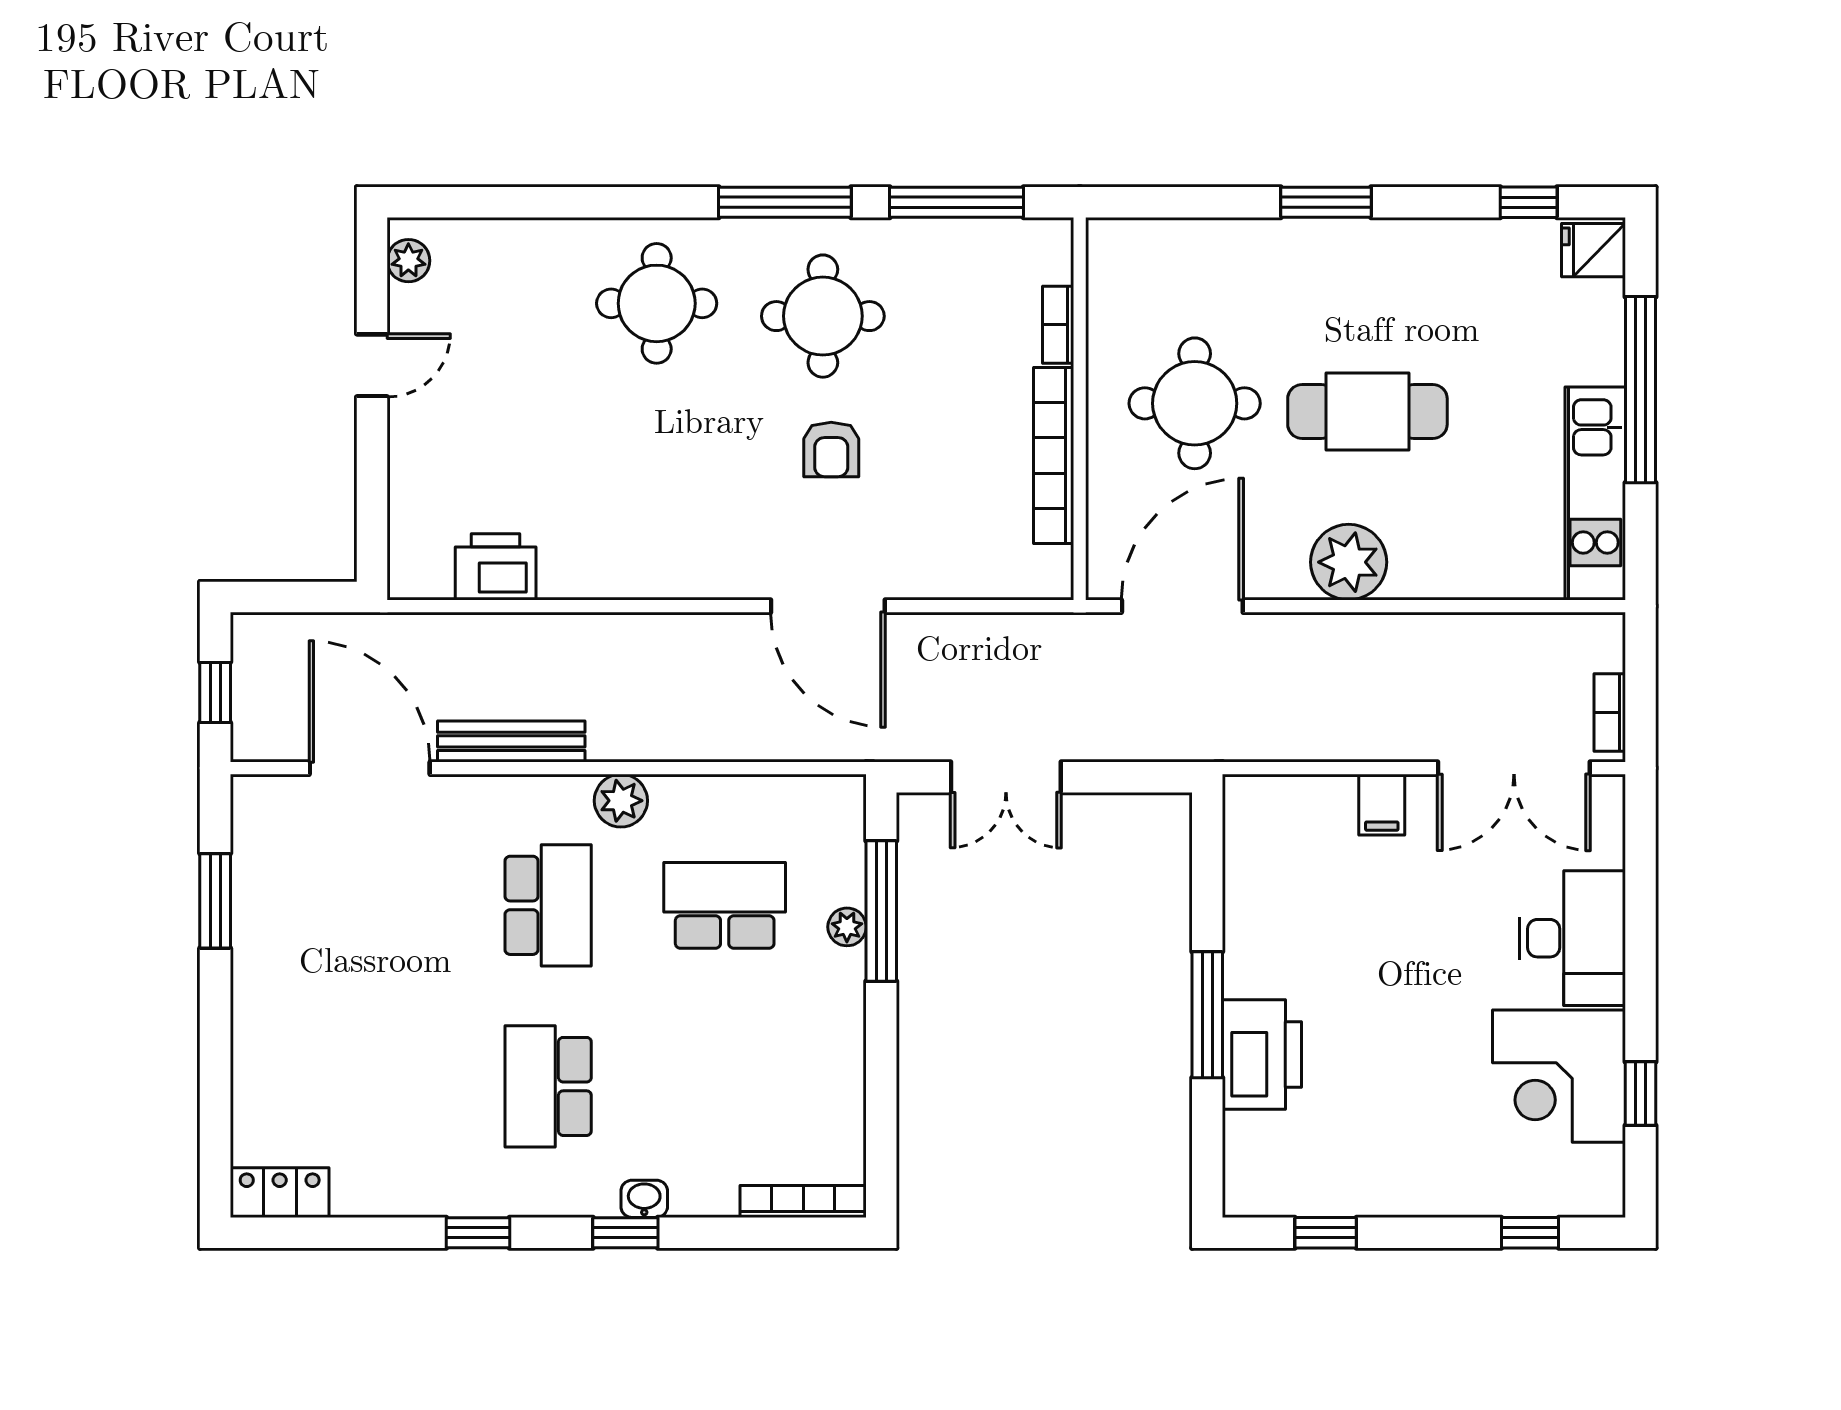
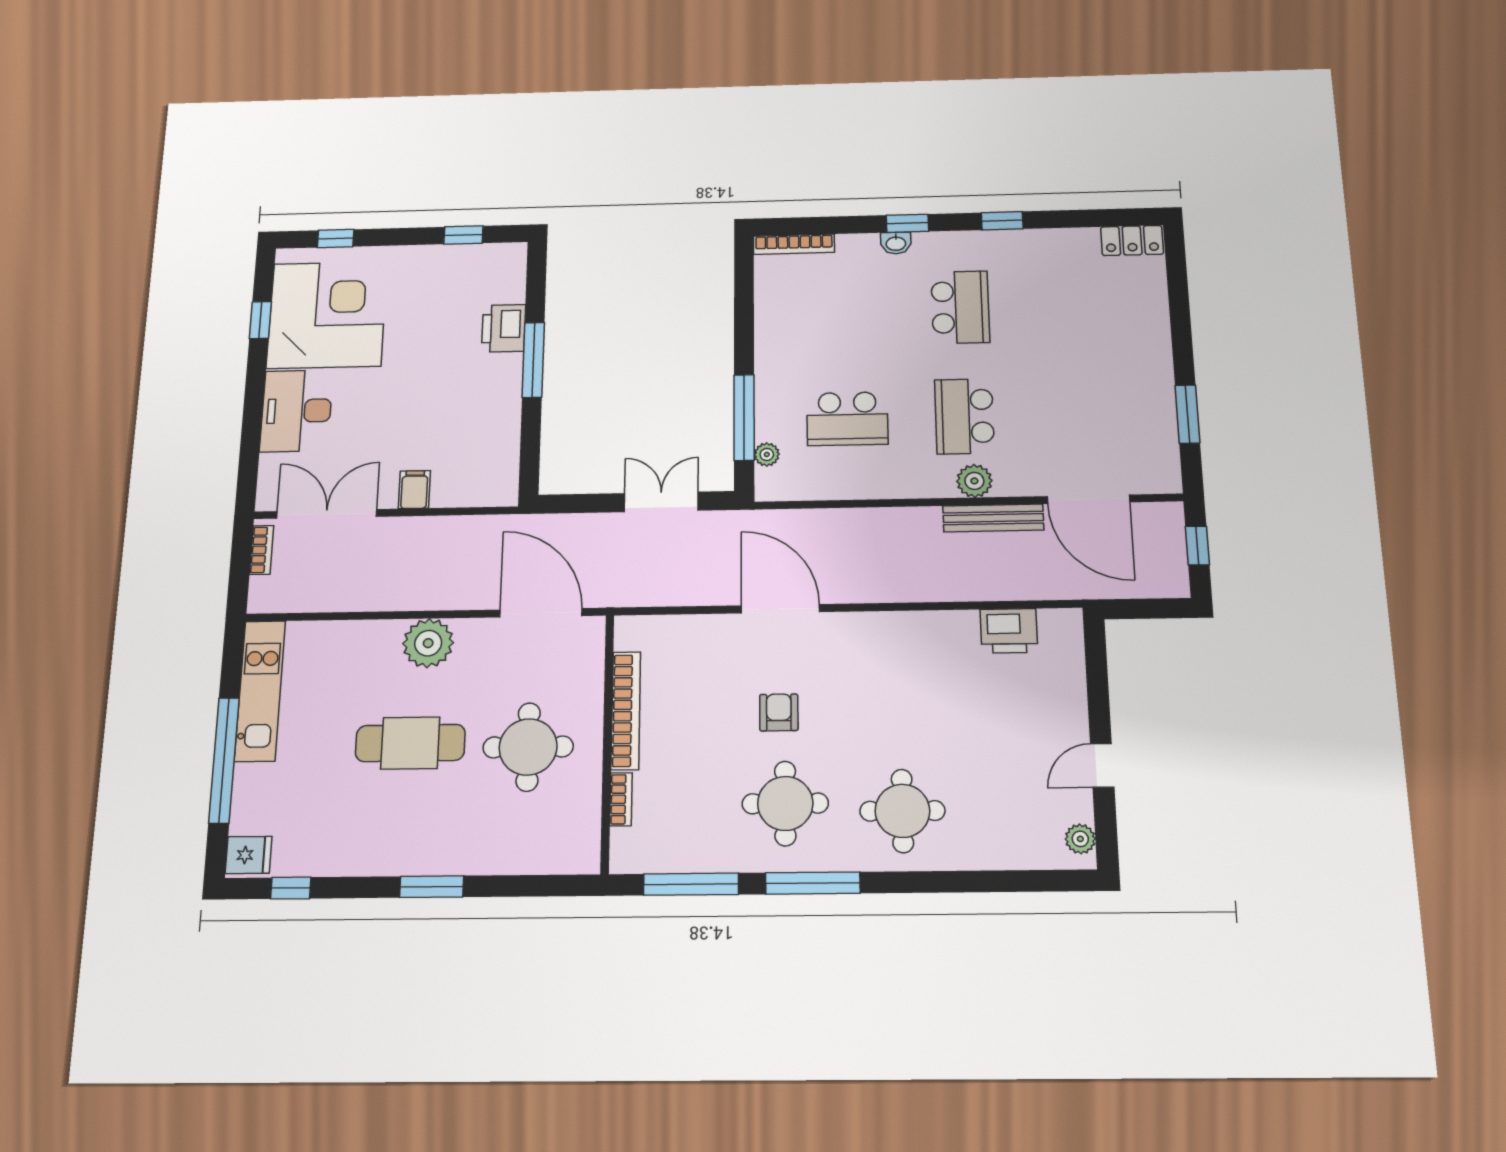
door: (1182, 606) -> (541, 613), swing flipped
plant: (621, 801) -> (974, 481), moved
plant: (847, 927) -> (767, 454), moved
printer: (1262, 1054) -> (504, 328), width x0.73, depth x0.84
corner desk: (1559, 1076) -> (327, 315), width x1.36, depth x1.36

